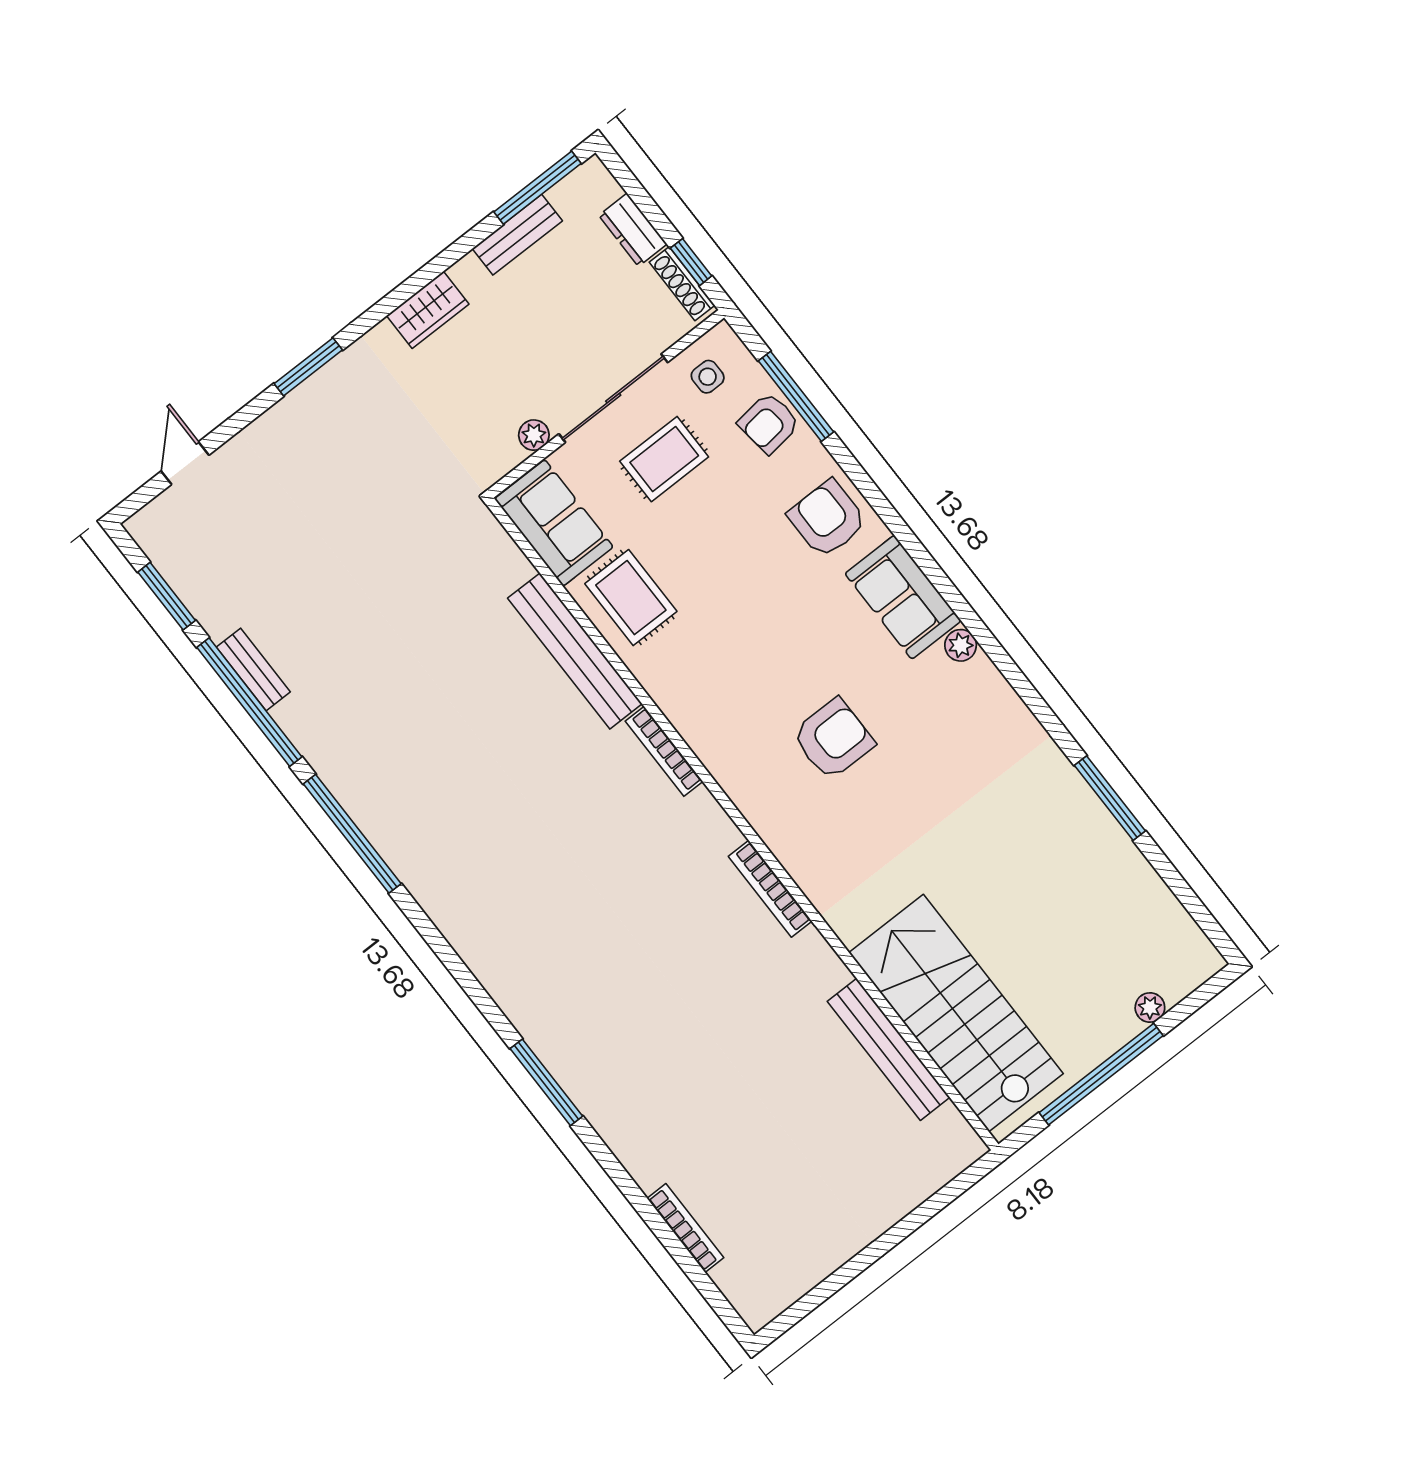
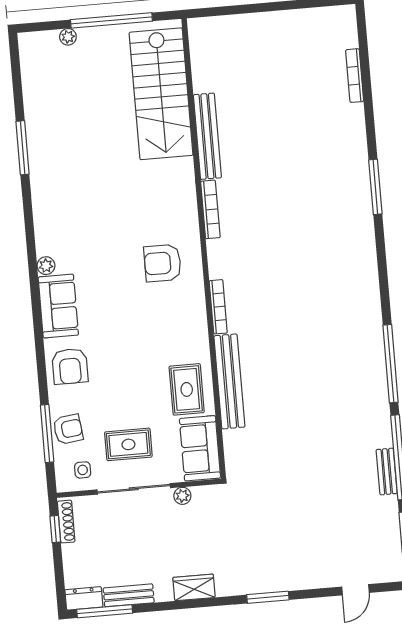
dresser: (633, 230) -> (84, 598), moved, turned -90
armchair: (833, 739) -> (163, 263), moved
bench: (889, 1049) -> (207, 136), moved

